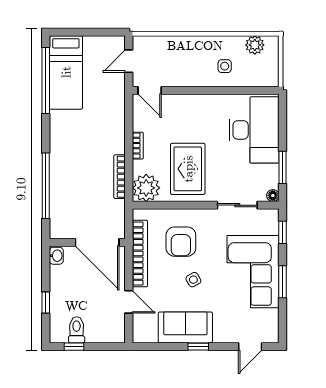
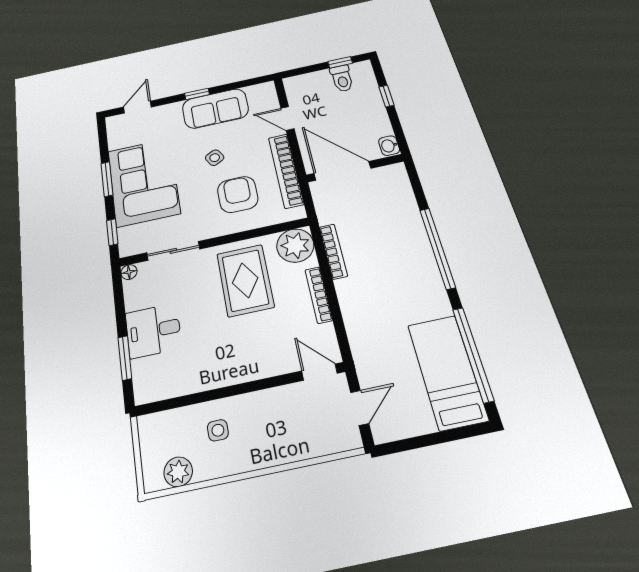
desk: (254, 130) -> (153, 331), width x0.53, depth x0.77
bookcase: (138, 146) -> (319, 295), width x1.56
window: (282, 167) -> (125, 358), moved
window: (46, 186) -> (437, 248), moved

